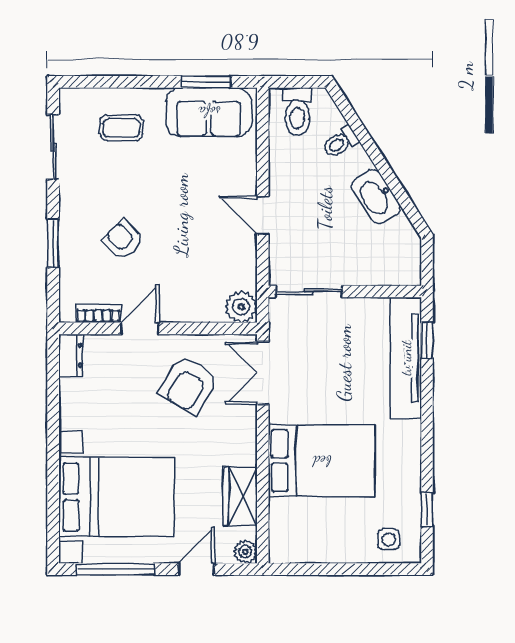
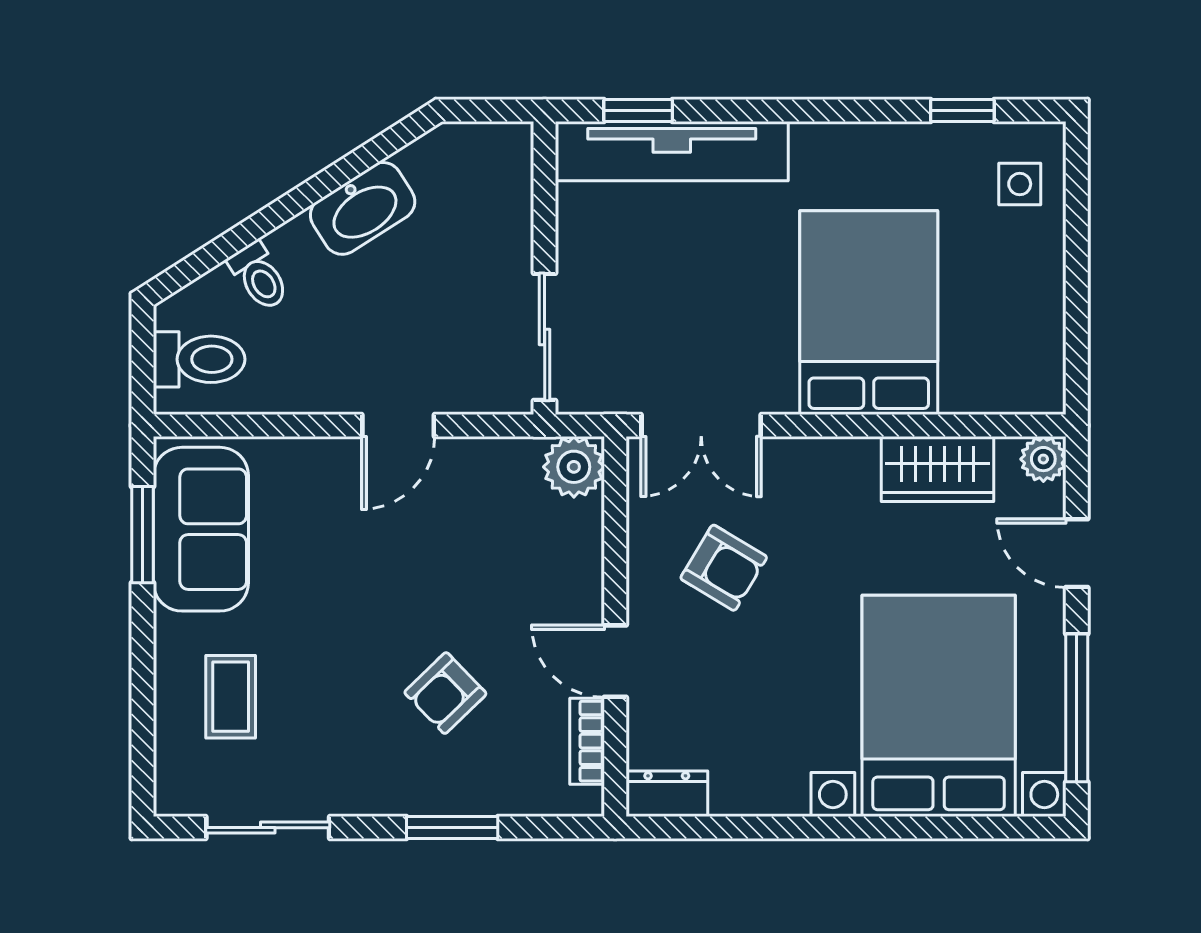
armchair: (189, 385) -> (724, 568), width x0.72, depth x0.72

